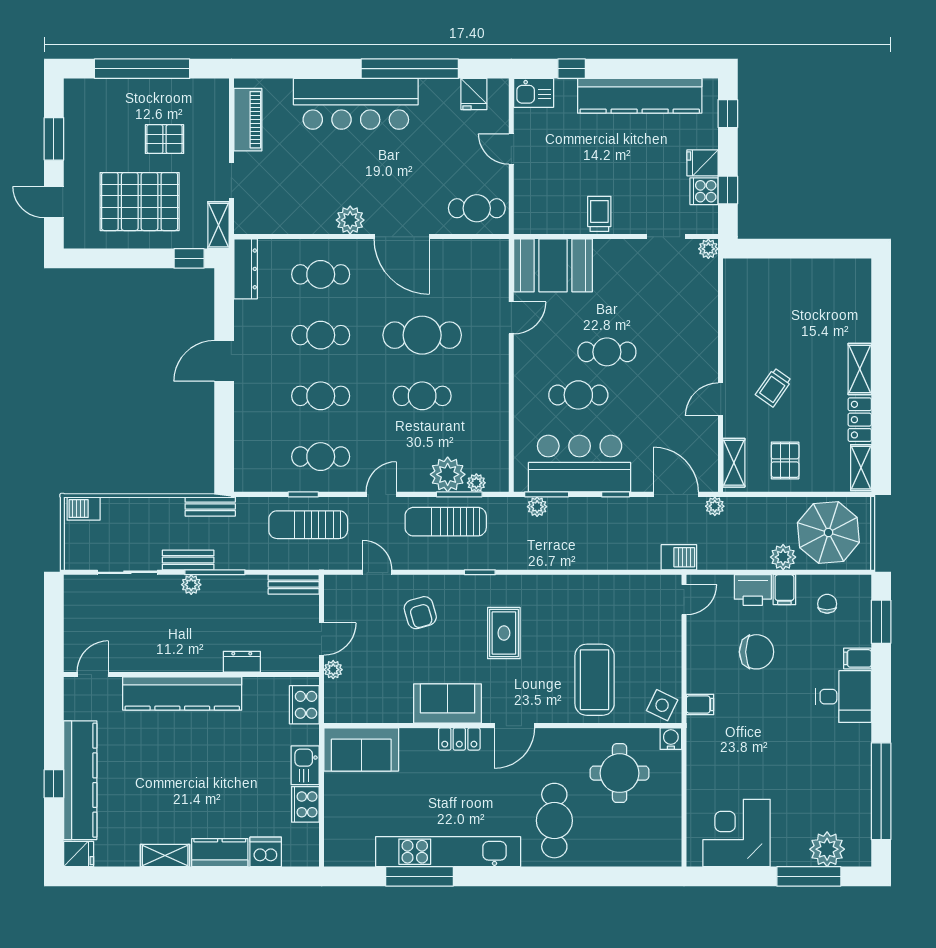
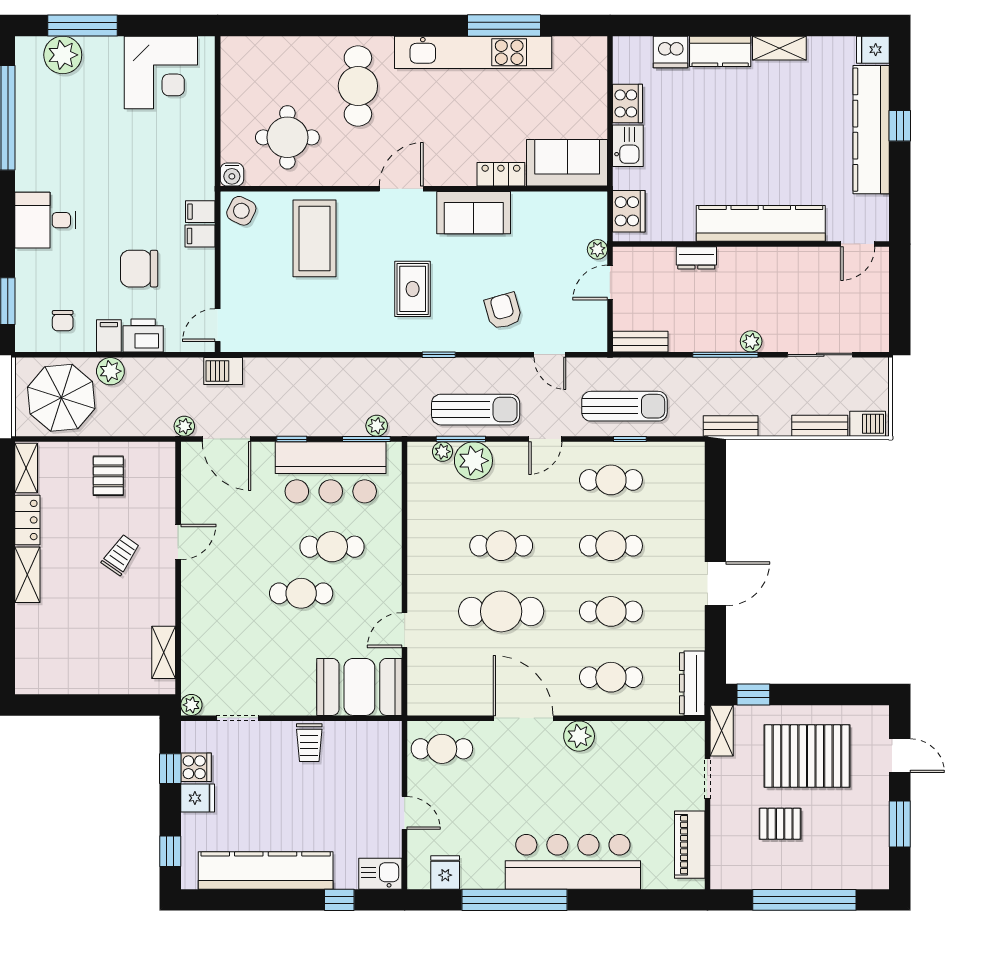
shelving: (734, 463) -> (164, 652), moved
bench: (188, 560) -> (820, 426), moved
filing cabinet: (858, 658) -> (200, 236), moved, turned 180
locker: (459, 739) -> (501, 174), moved

